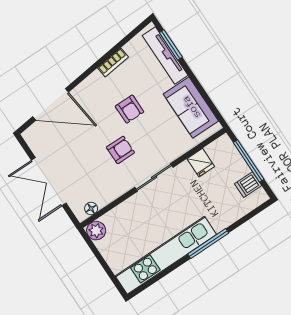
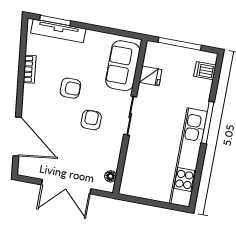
door: (51, 104) -> (17, 136), hinge flipped
sofa: (191, 107) -> (123, 66), moved, turned 90
dishwasher: (248, 185) -> (205, 71), moved, turned 90
plant: (96, 231) -> (128, 187), removed

